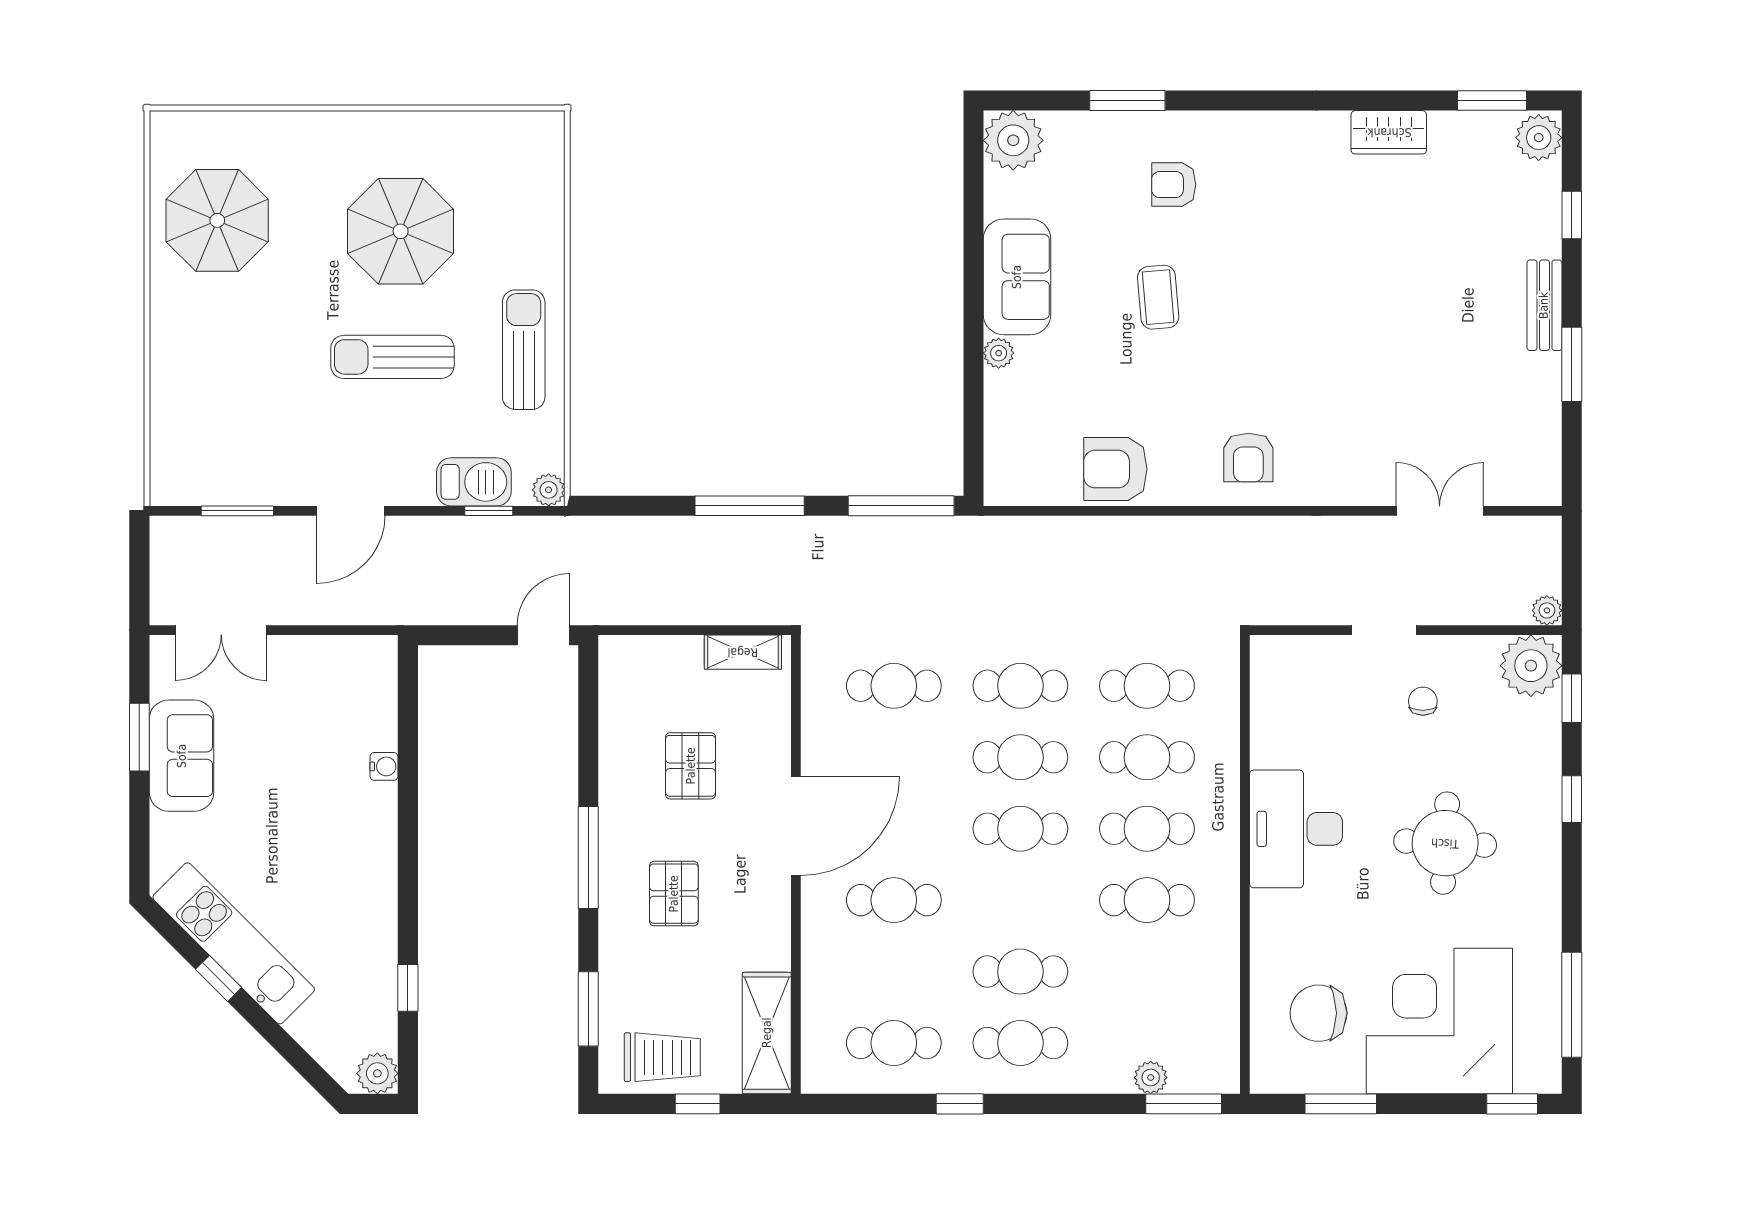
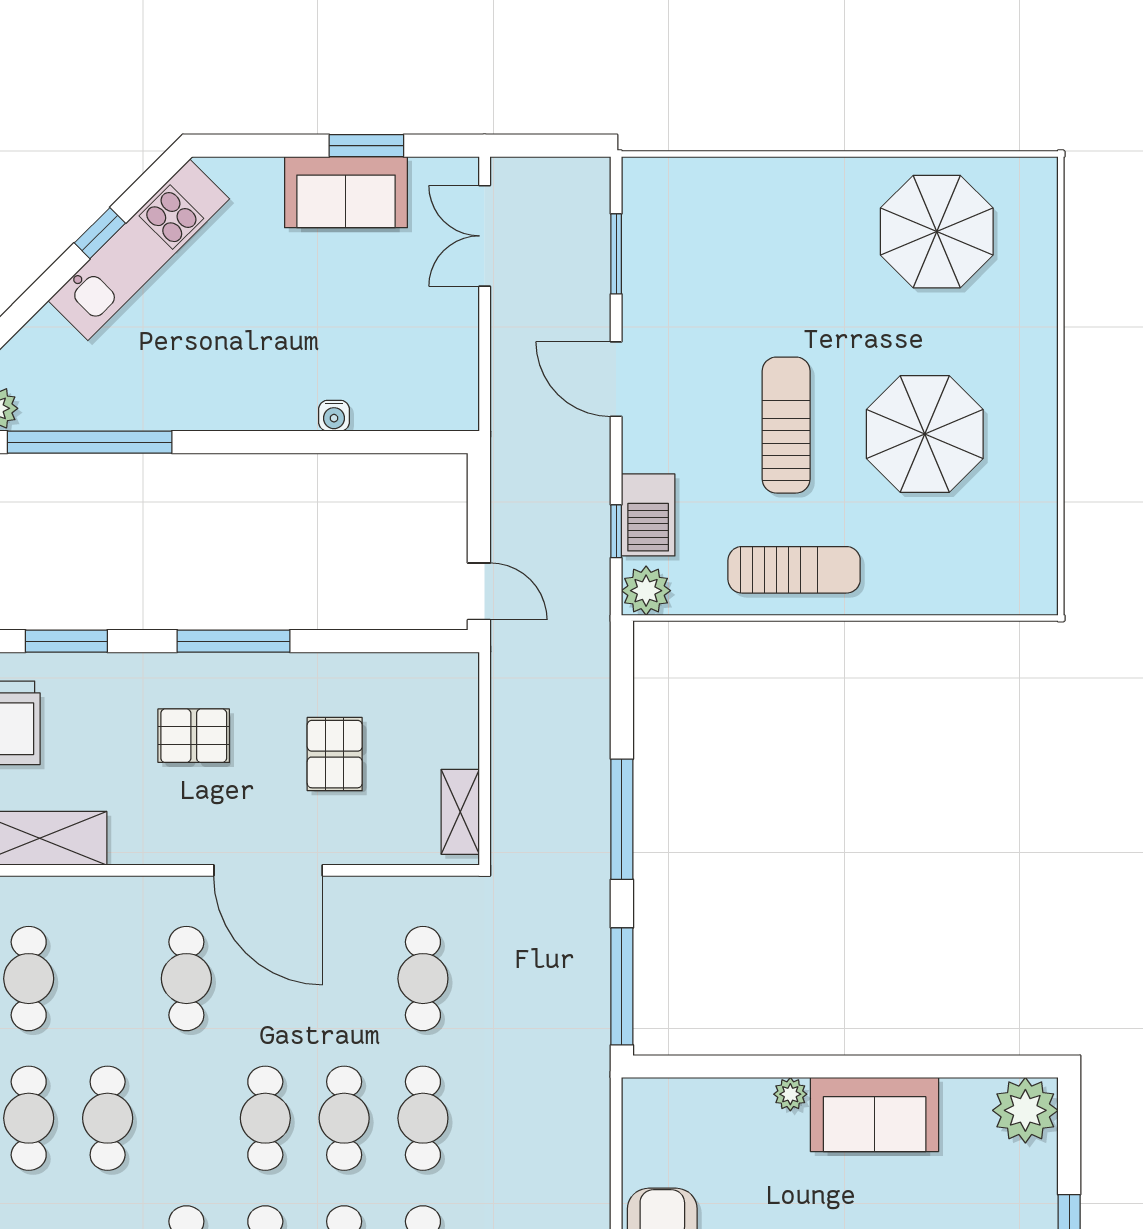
plant: (549, 490) -> (646, 591), width x1.38, depth x1.38
pallet: (691, 766) -> (335, 754), turned 90
window: (408, 988) -> (90, 442), width x3.17

